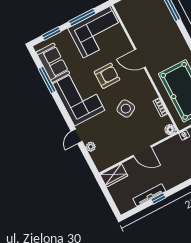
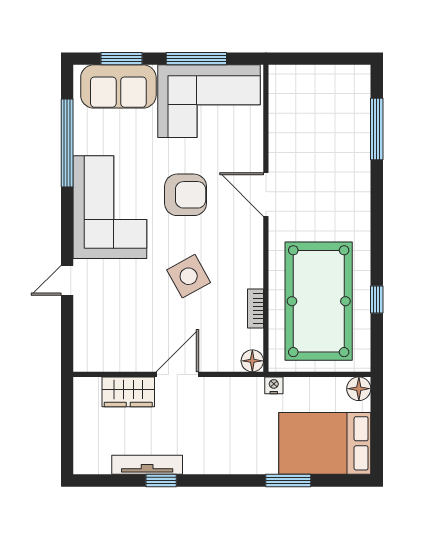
sofa: (53, 63) -> (118, 86), moved, turned 90
window: (47, 80) -> (67, 143), width x1.46
plant: (91, 147) -> (84, 314), removed
door: (142, 151) -> (177, 374), swing flipped
wardrobe: (114, 175) -> (128, 392), moved

